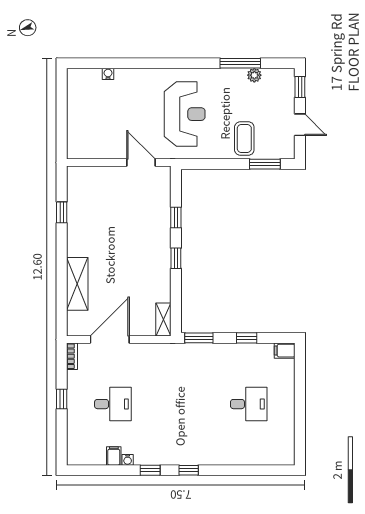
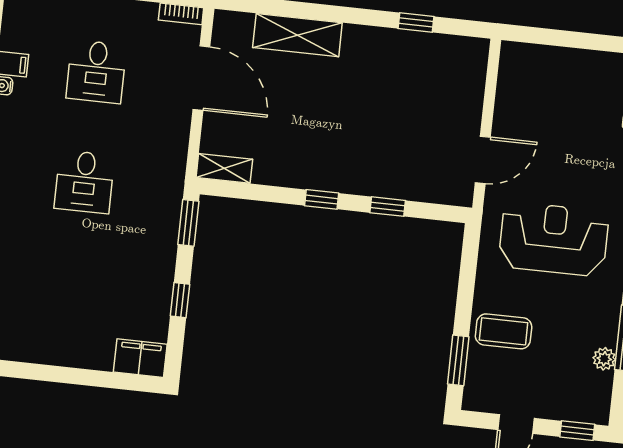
reception desk: (185, 114) -> (554, 239), turned 180
filing cabinet: (285, 351) -> (140, 358), width x2.00
desk: (249, 404) -> (84, 182), moved

